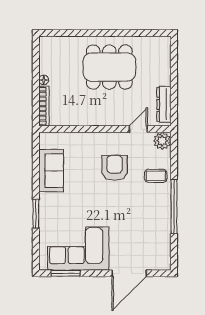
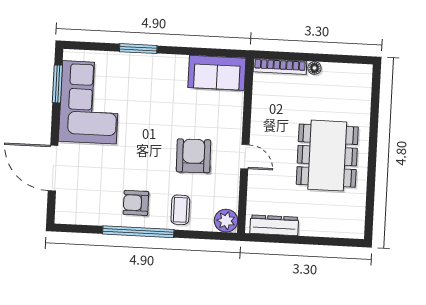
door: (138, 129) -> (245, 157), moved
armchair: (115, 168) -> (194, 156), turned -91
sofa: (51, 171) -> (217, 73), moved
armchair: (152, 210) -> (136, 203), added

